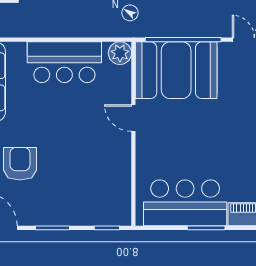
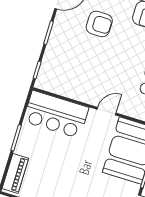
bar counter: (185, 203) -> (56, 114), moved, turned 90

